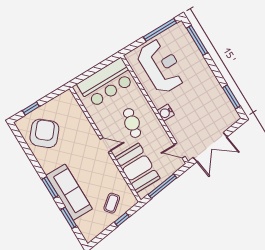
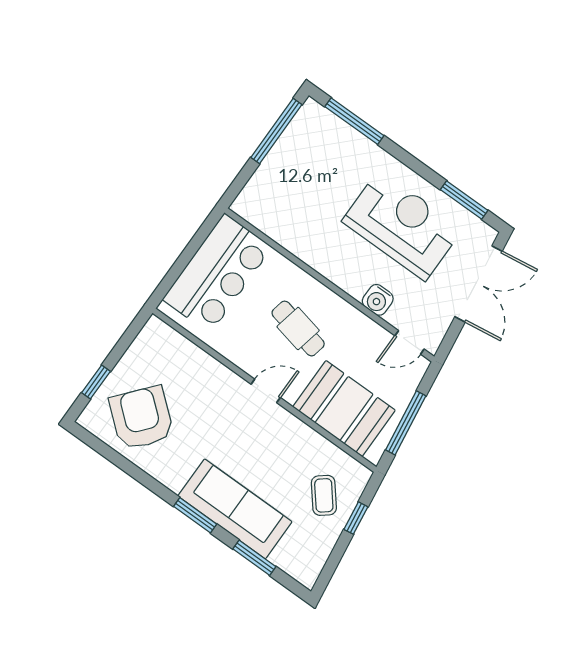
reception desk: (161, 66) -> (402, 225), moved
water cooler: (166, 113) -> (378, 300), moved
double door: (210, 147) -> (479, 284), moved

